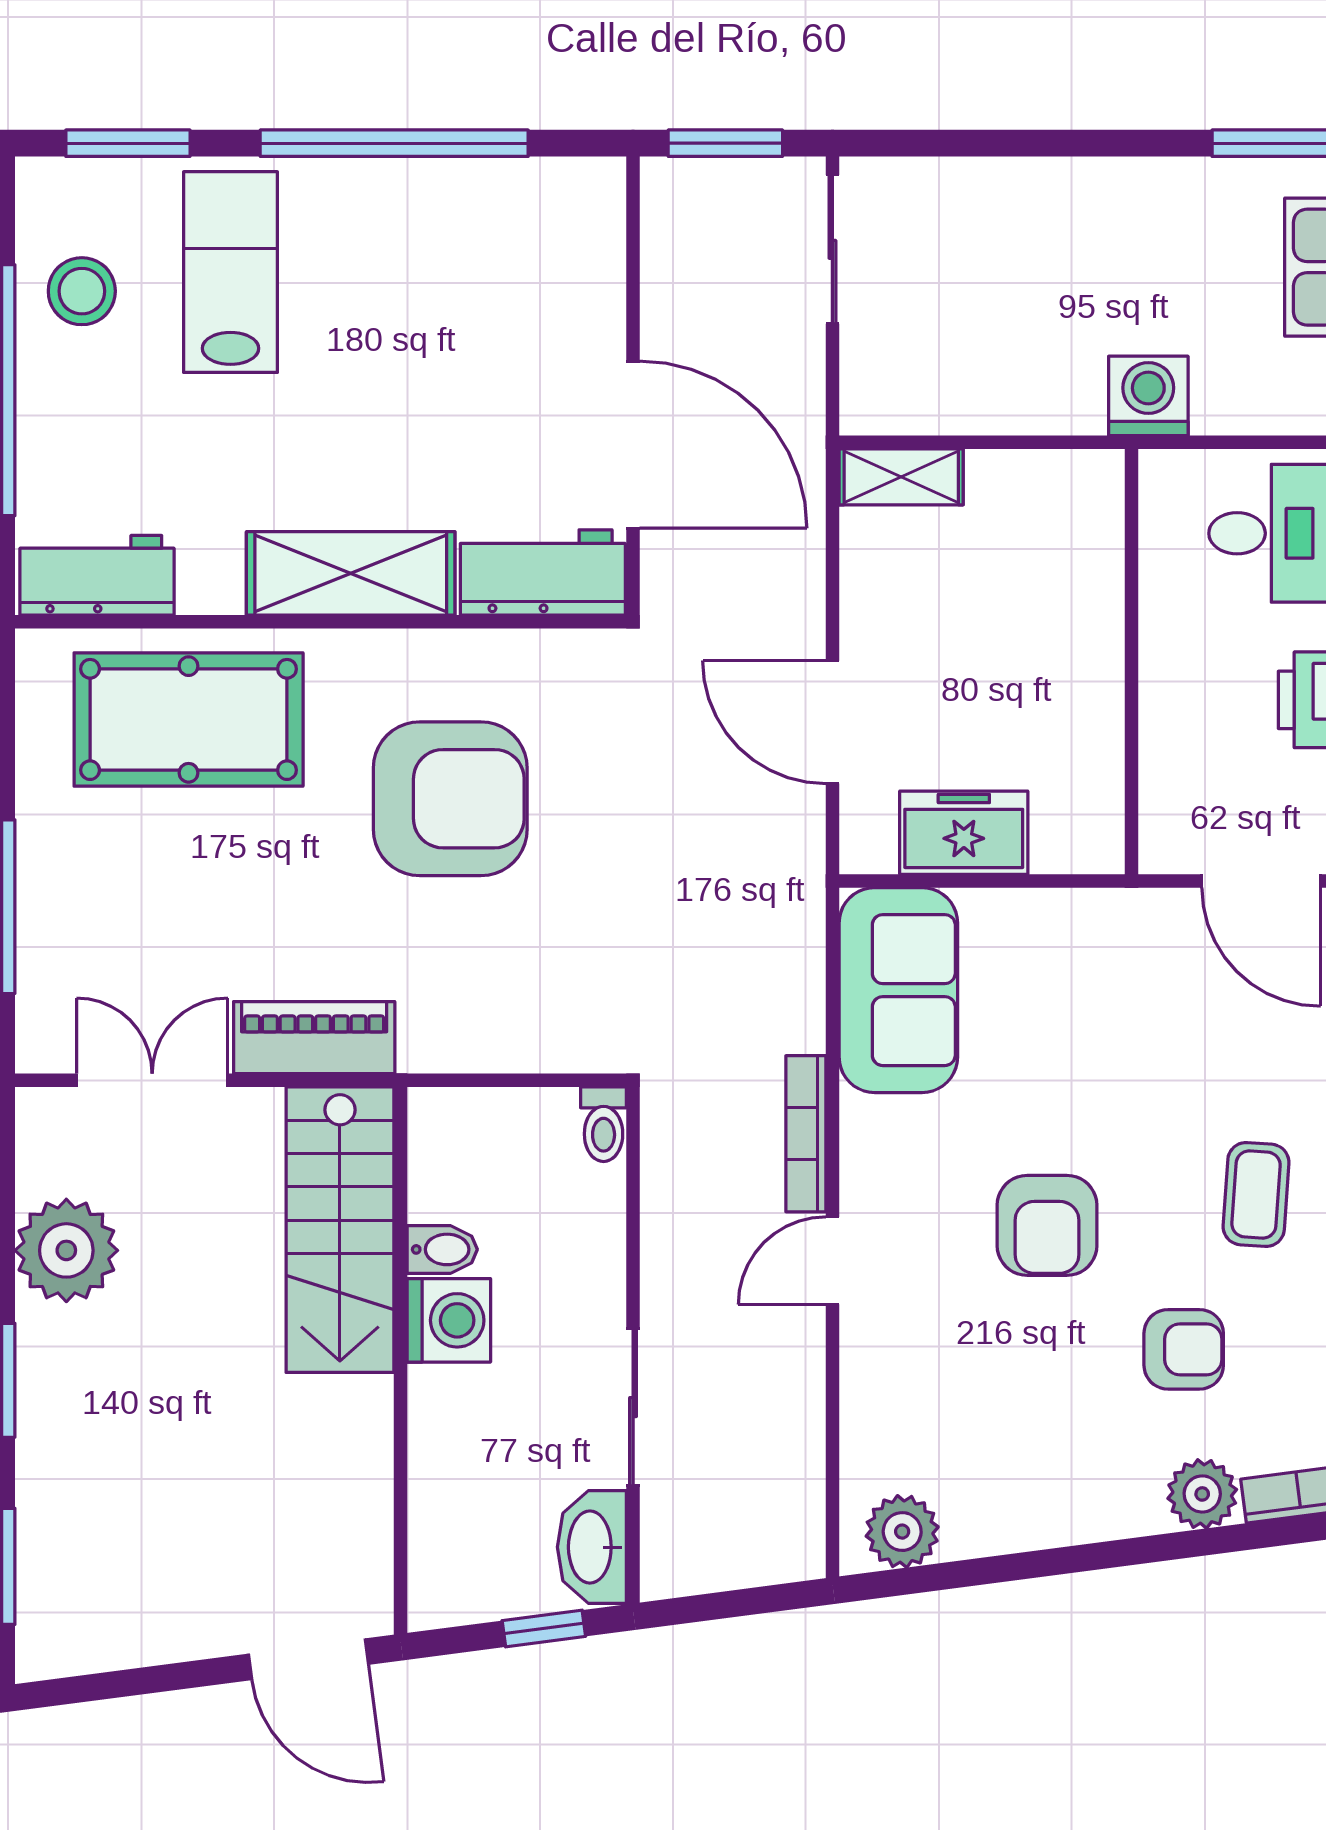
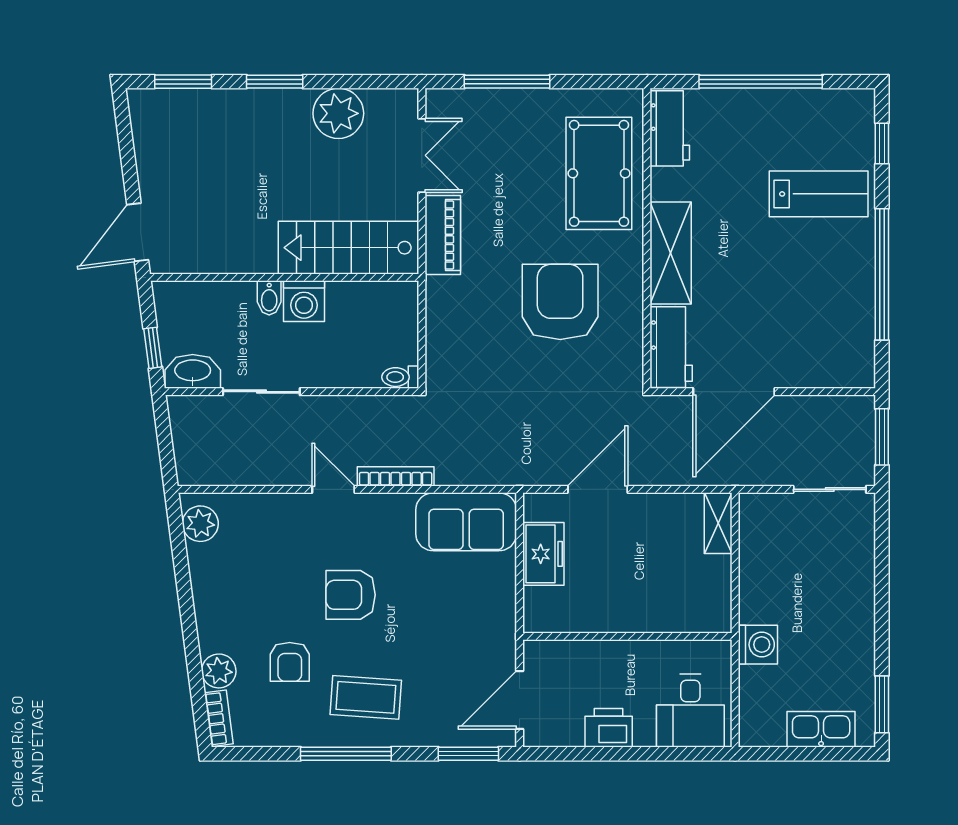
window: (128, 143) -> (882, 144), width x0.67
stool: (82, 291) -> (809, 121), removed
armchair: (450, 799) -> (560, 302), turned 180
coffee table: (1256, 1194) -> (366, 697), width x1.36, depth x1.30
bidet: (442, 1249) -> (269, 298), moved

